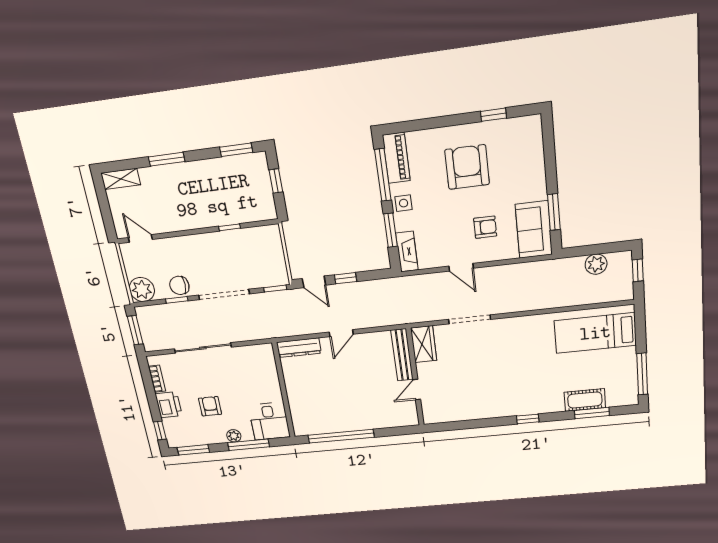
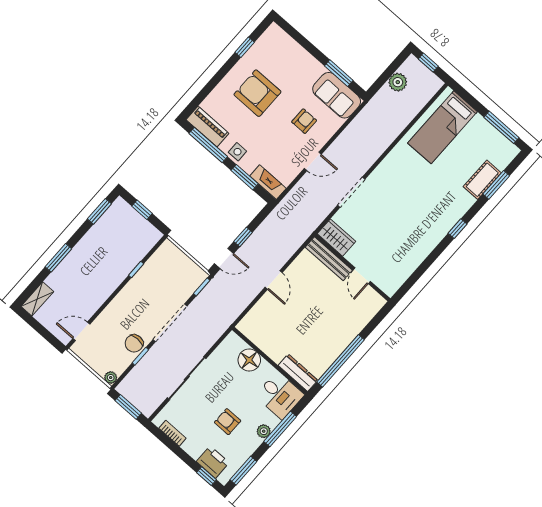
plant: (142, 290) -> (111, 378), width x0.53, depth x0.53
dresser: (299, 348) -> (298, 373), moved, turned -90
floor lamp: (267, 376) -> (249, 360), added
printer: (169, 405) -> (213, 462), moved

